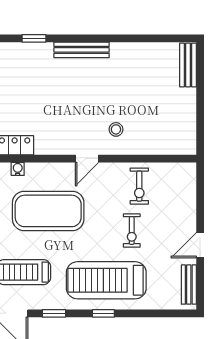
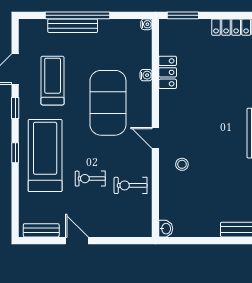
washbasin: (187, 147) -> (166, 229), added

